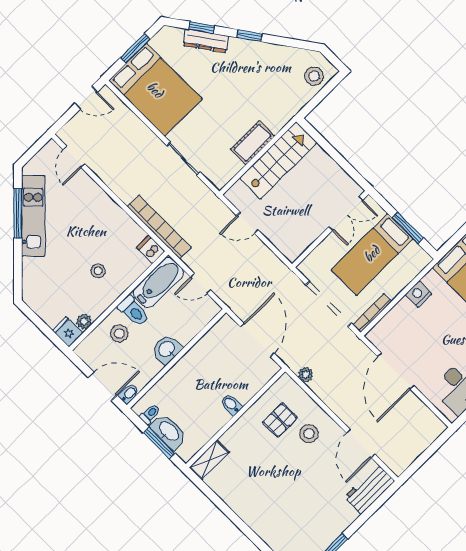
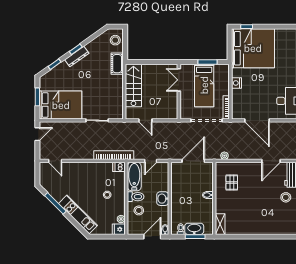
dresser: (206, 41) -> (77, 56), moved
cot: (253, 143) -> (117, 64), moved
double door: (346, 213) -> (179, 80), swing flipped
kitchen unit: (33, 216) -> (78, 214), moved
door: (247, 223) -> (145, 120), hinge flipped
door: (257, 340) -> (193, 161), hinge flipped
stool: (309, 434) -> (286, 197), moved
door: (361, 444) -> (271, 161), hinge flipped

